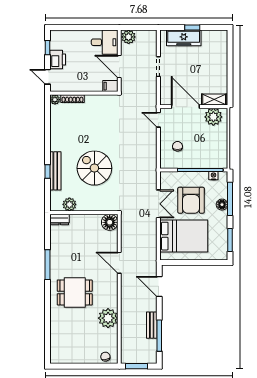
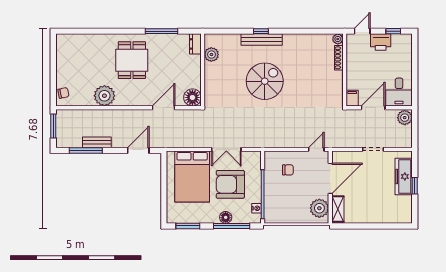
plant: (69, 204) -> (211, 55), moved
wall: (84, 213) -> (203, 70), moved
dresser: (60, 220) -> (195, 44), moved
floor lamp: (110, 222) -> (192, 97), moved

